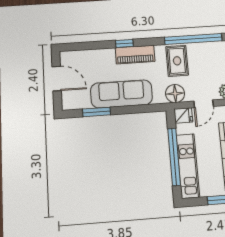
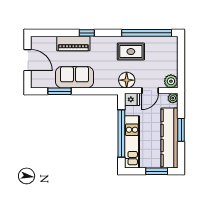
piano: (135, 55) -> (73, 43), moved
rug: (177, 61) -> (131, 52), turned 90
sofa: (121, 94) -> (74, 77), width x0.73

